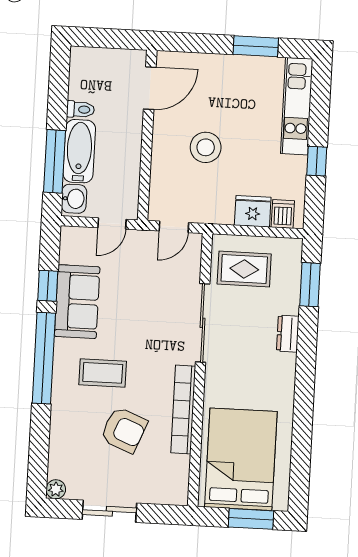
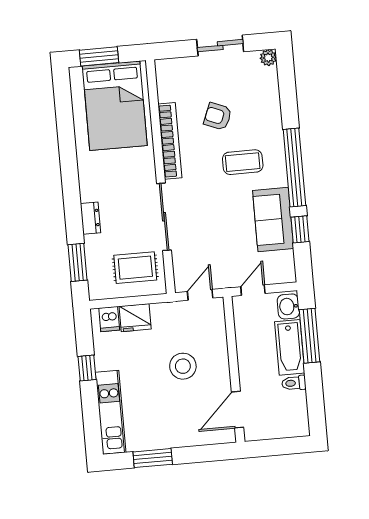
armchair: (124, 430) -> (218, 116), width x0.72, depth x0.72

